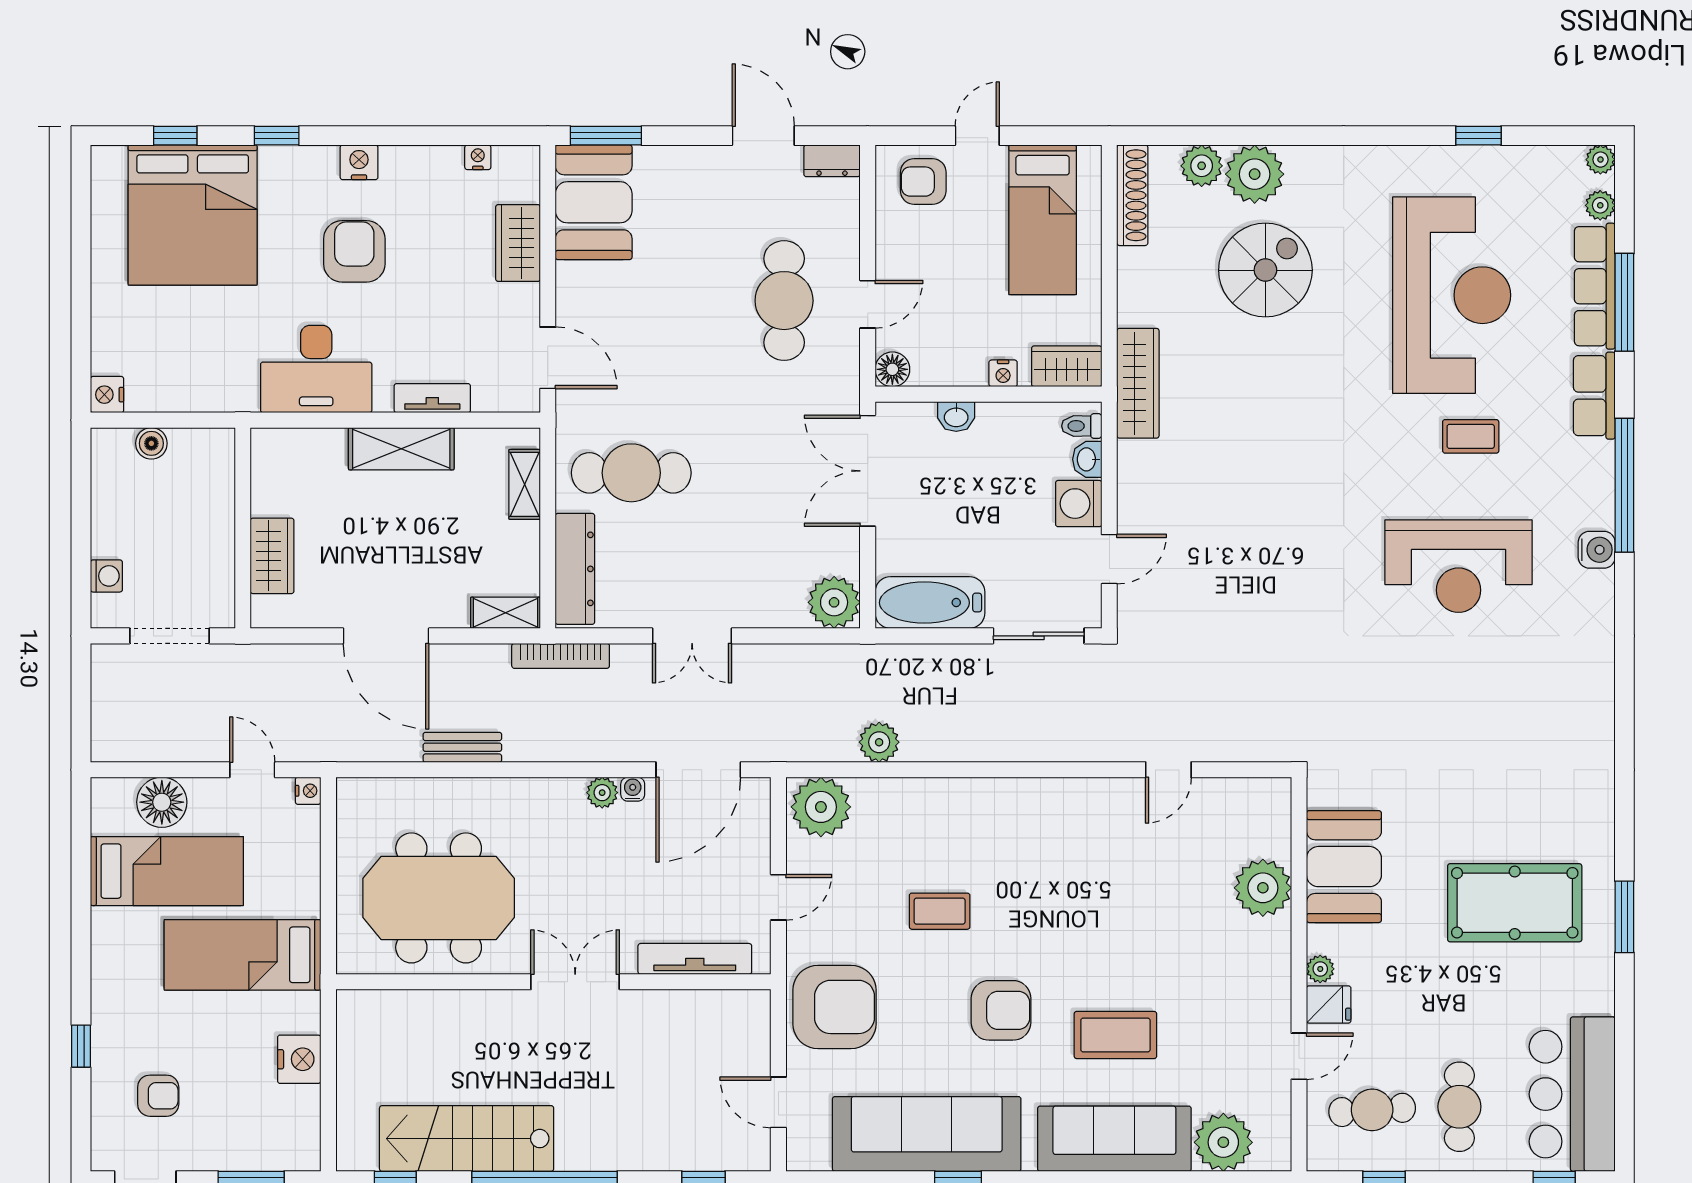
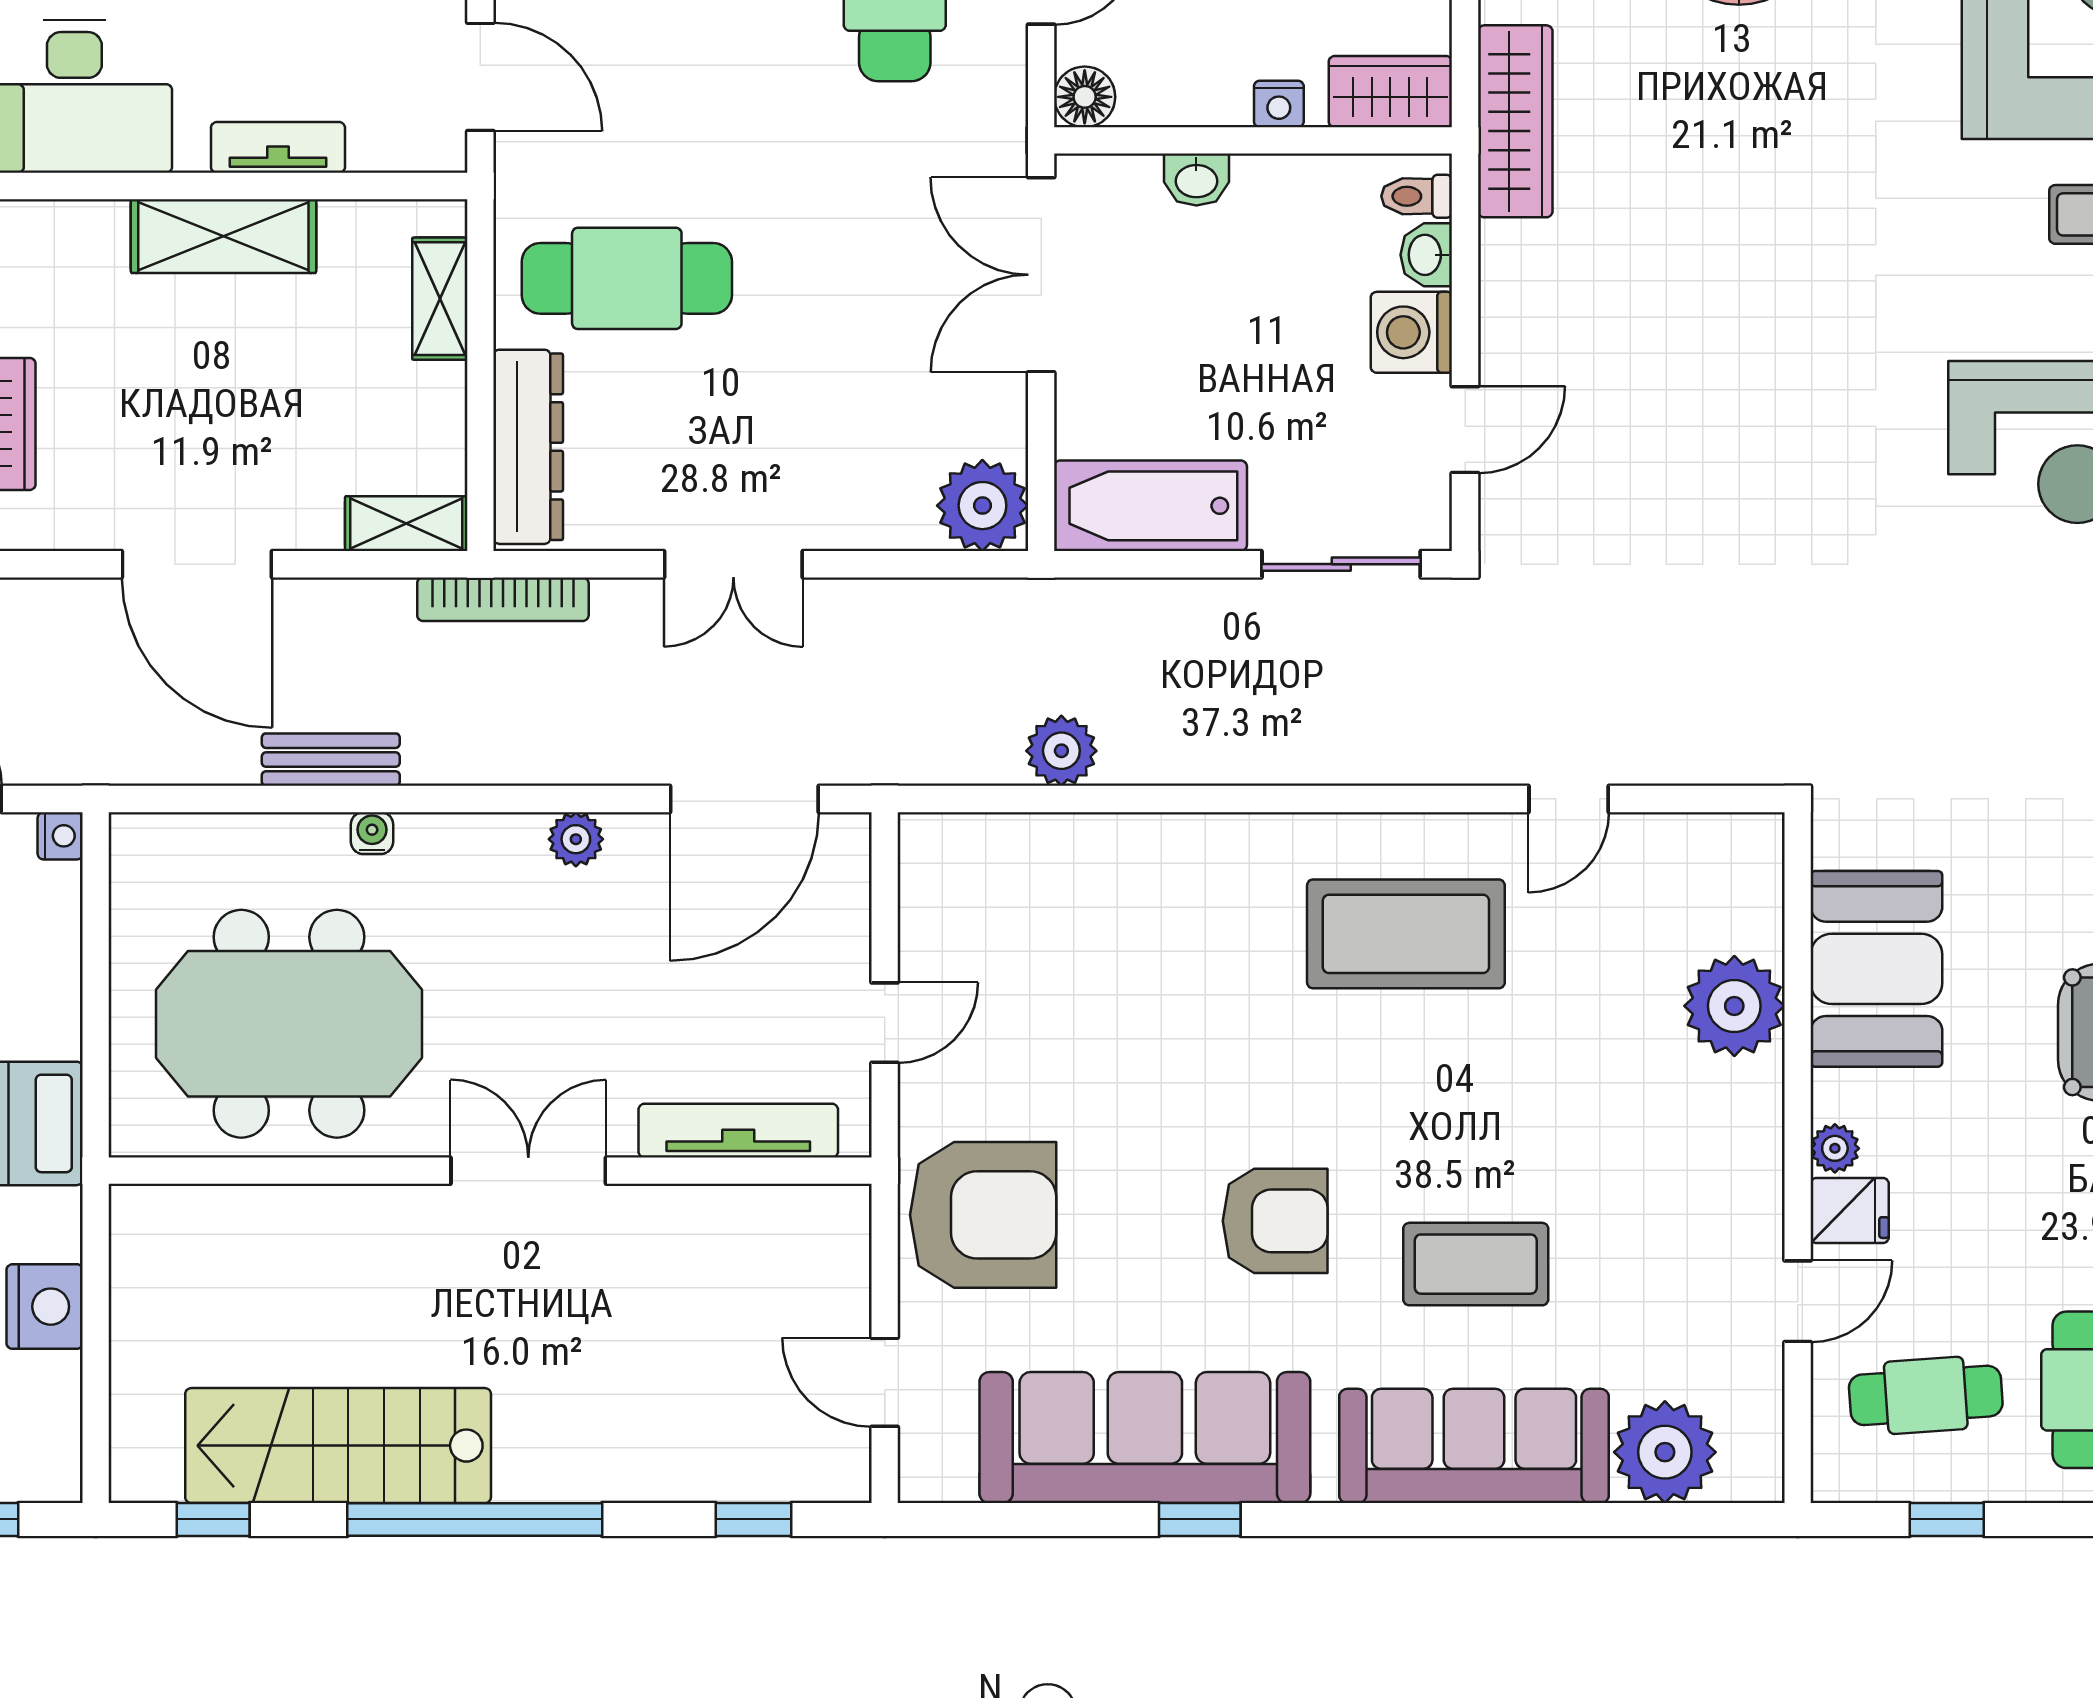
water cooler: (633, 789) -> (372, 833), moved
plant: (821, 807) -> (959, 864), removed
coffee table: (940, 911) -> (1406, 934), moved, width x1.86, depth x1.72

